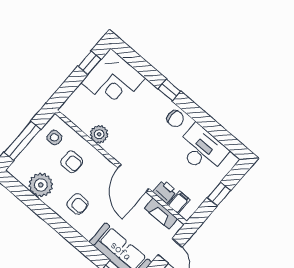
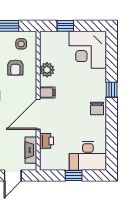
window: (89, 63) -> (65, 26), moved
desk: (202, 150) -> (88, 156), moved, turned 90
filing cabinet: (179, 202) -> (47, 92), moved

